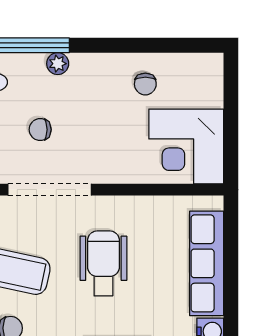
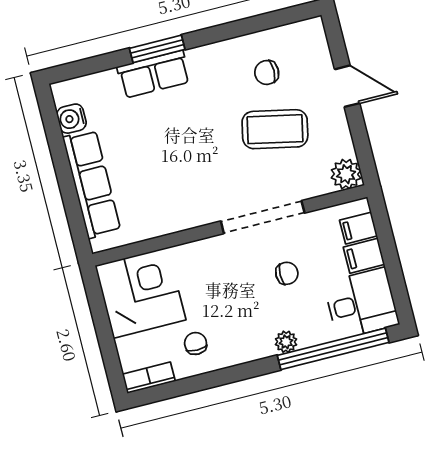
bookcase: (199, 62) -> (149, 378), added
wheelchair: (103, 263) -> (192, 158), removed

